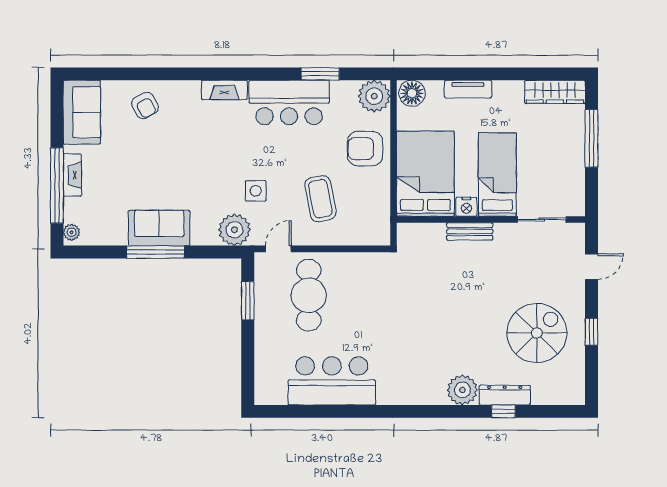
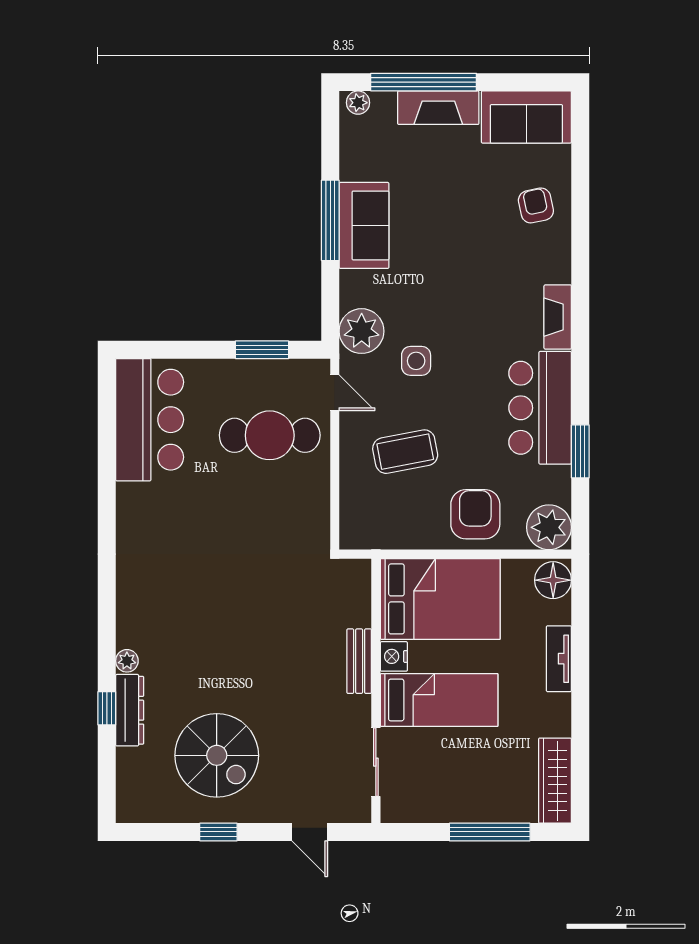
armchair: (145, 105) -> (536, 205), turned 106
fireplace: (72, 175) -> (438, 108), width x1.37, depth x1.32
bar counter: (332, 381) -> (150, 420), moved
plant: (462, 390) -> (127, 661), width x0.53, depth x0.53

